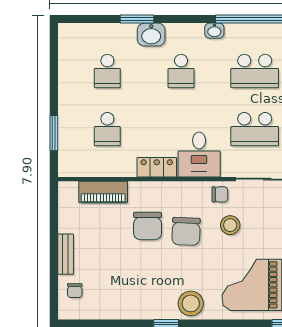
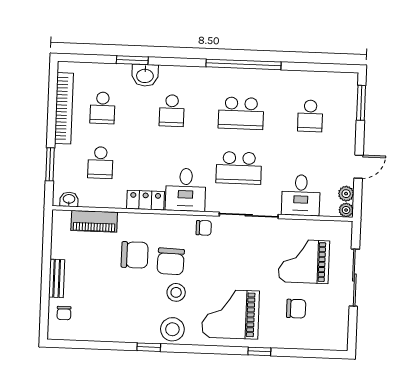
washbasin: (214, 31) -> (69, 199), moved, turned 180
bookcase: (66, 73) -> (64, 108), added
stool: (230, 225) -> (176, 292), moved
chair: (148, 226) -> (135, 255), turned -90

